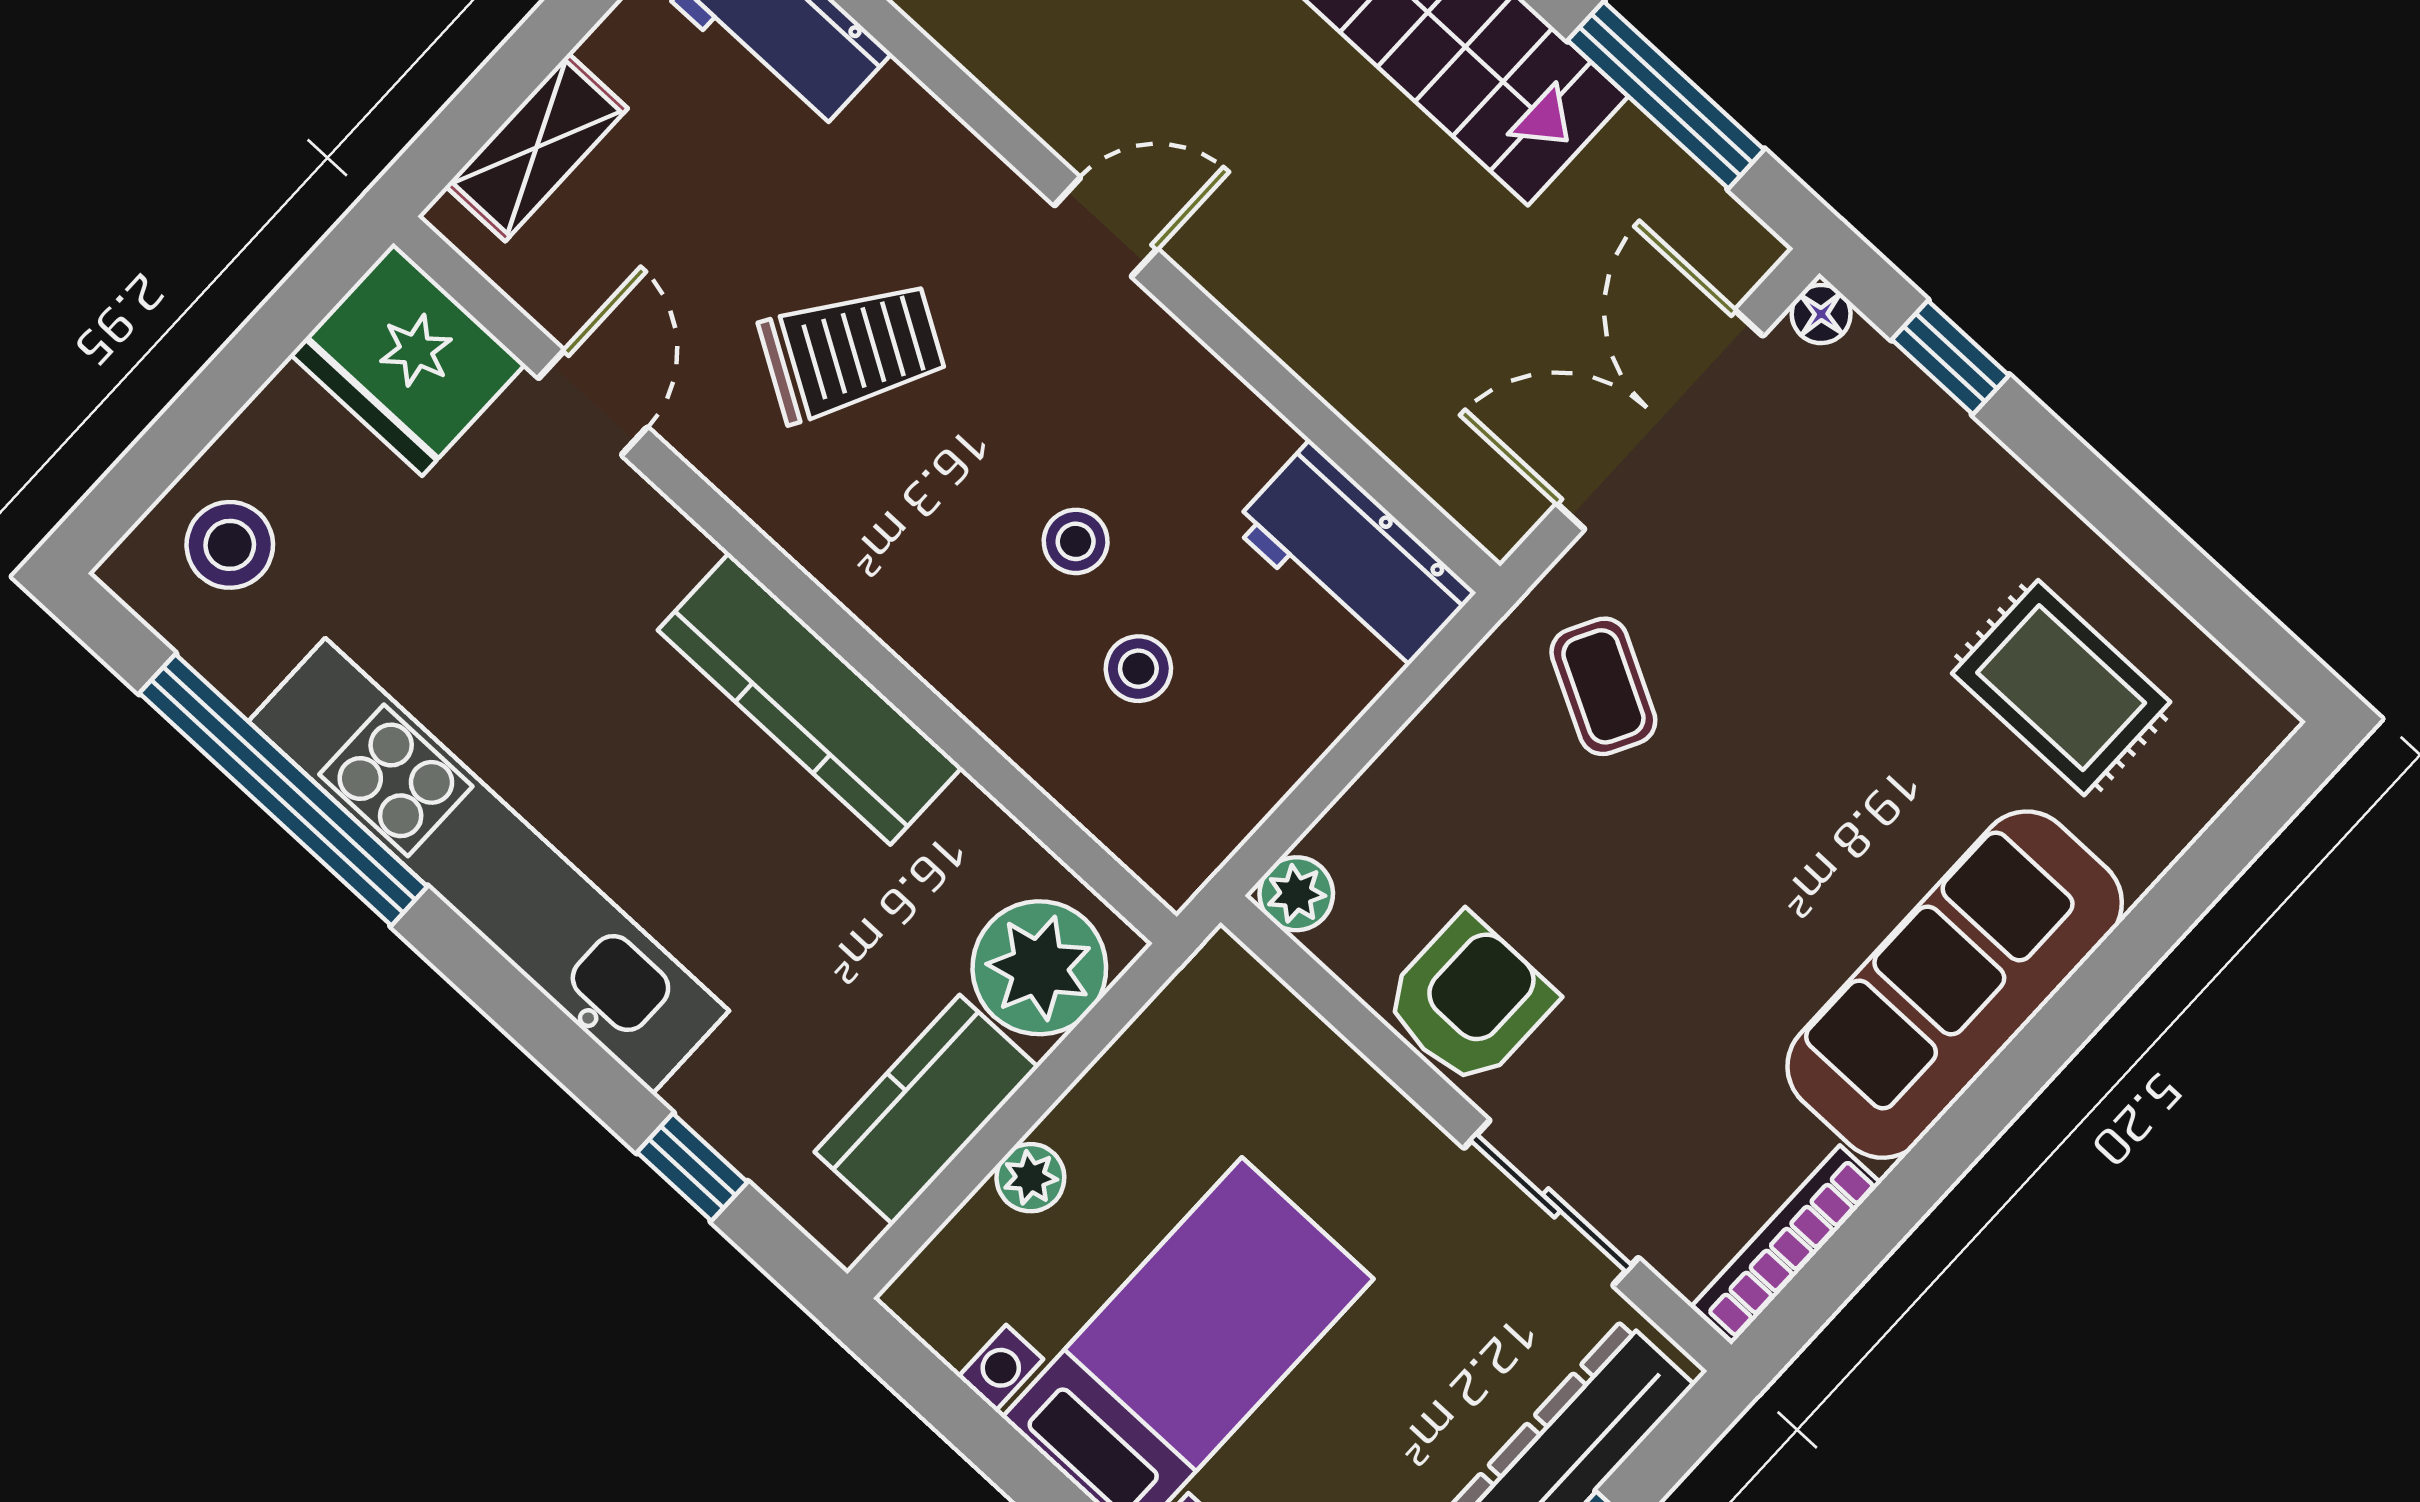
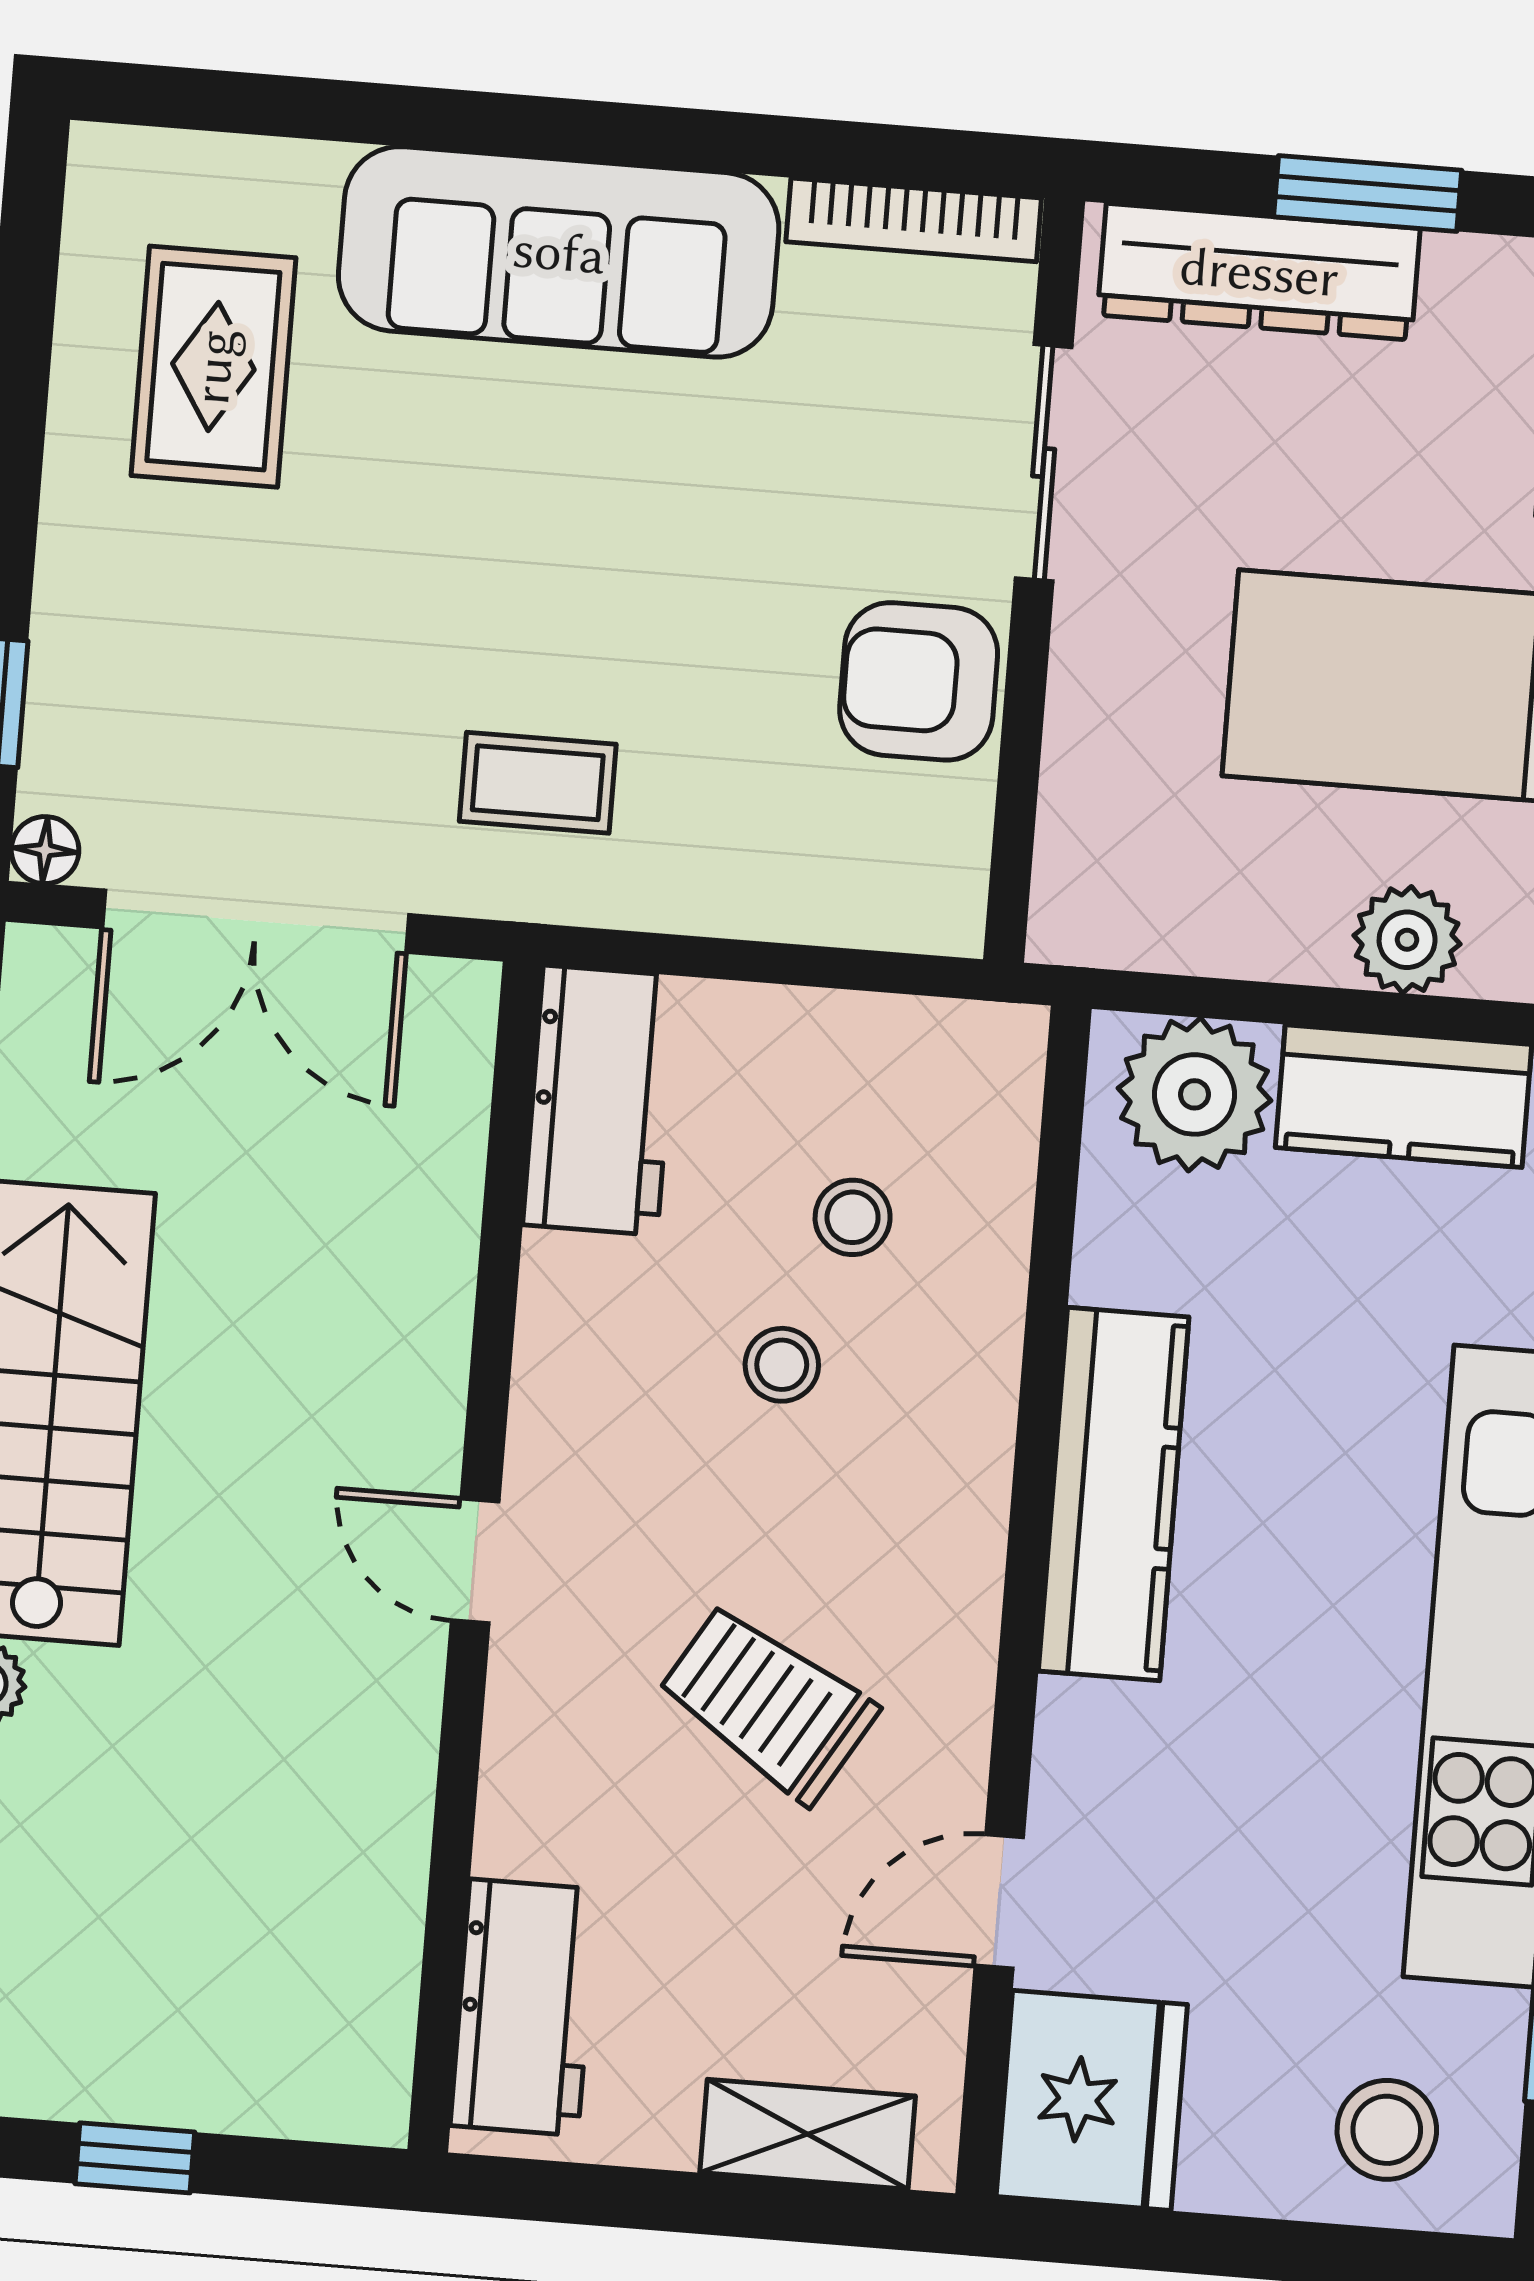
coffee table: (1603, 686) -> (538, 783), turned 62
plant: (1296, 894) -> (944, 914), removed
plant: (1030, 1178) -> (1407, 940), width x1.38, depth x1.38

